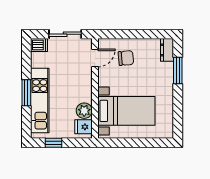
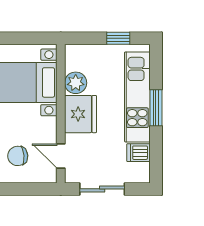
dishwasher: (39, 45) -> (138, 153), moved
door: (95, 58) -> (61, 156), hinge flipped
fridge: (84, 127) -> (81, 114), moved, width x1.88, depth x1.34

